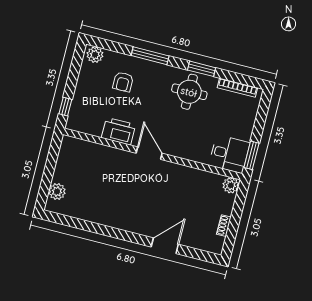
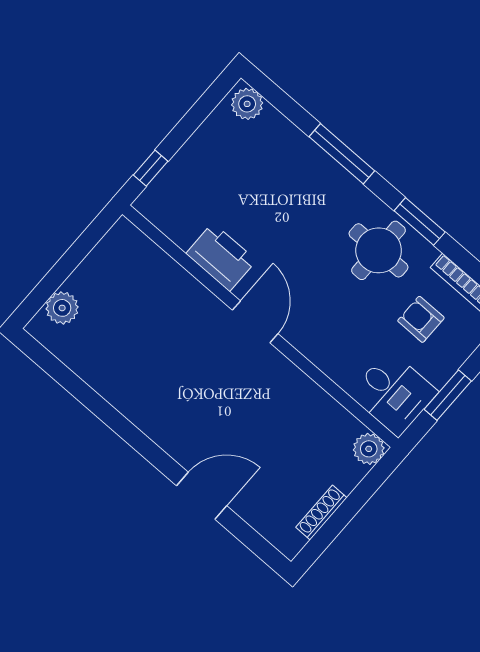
armchair: (123, 82) -> (421, 319), moved, turned 90
window: (251, 155) -> (448, 395), moved
shoe rack: (224, 226) -> (321, 513), width x1.43

